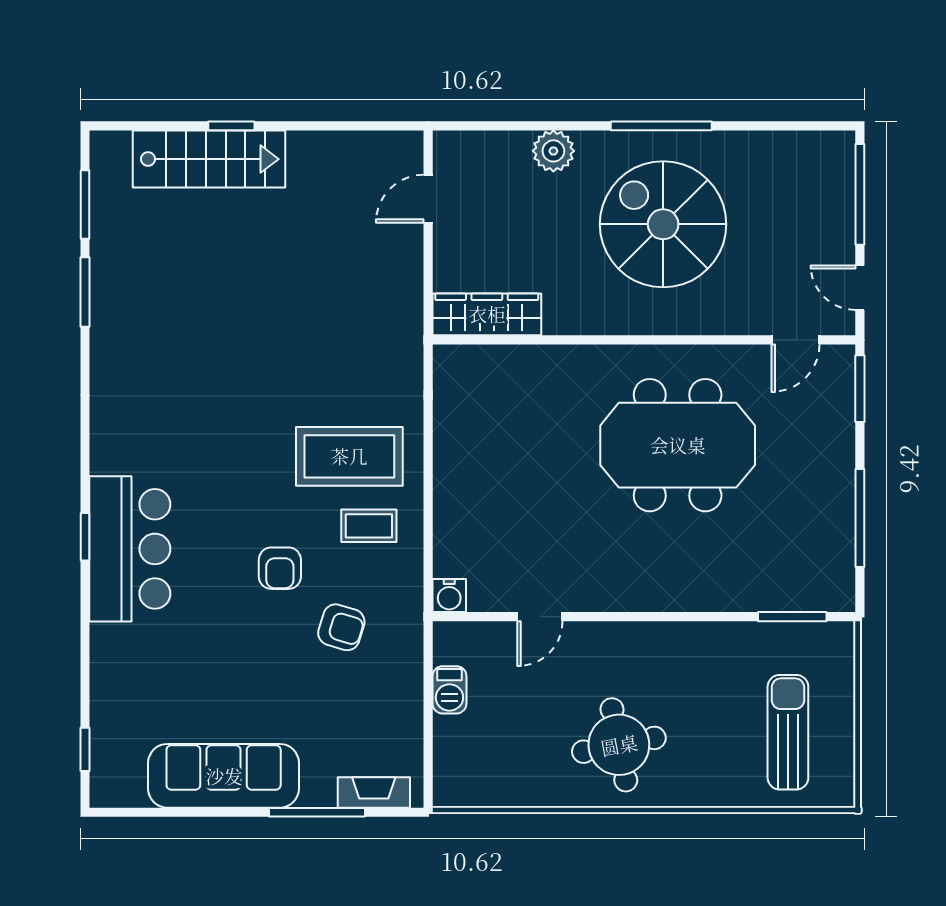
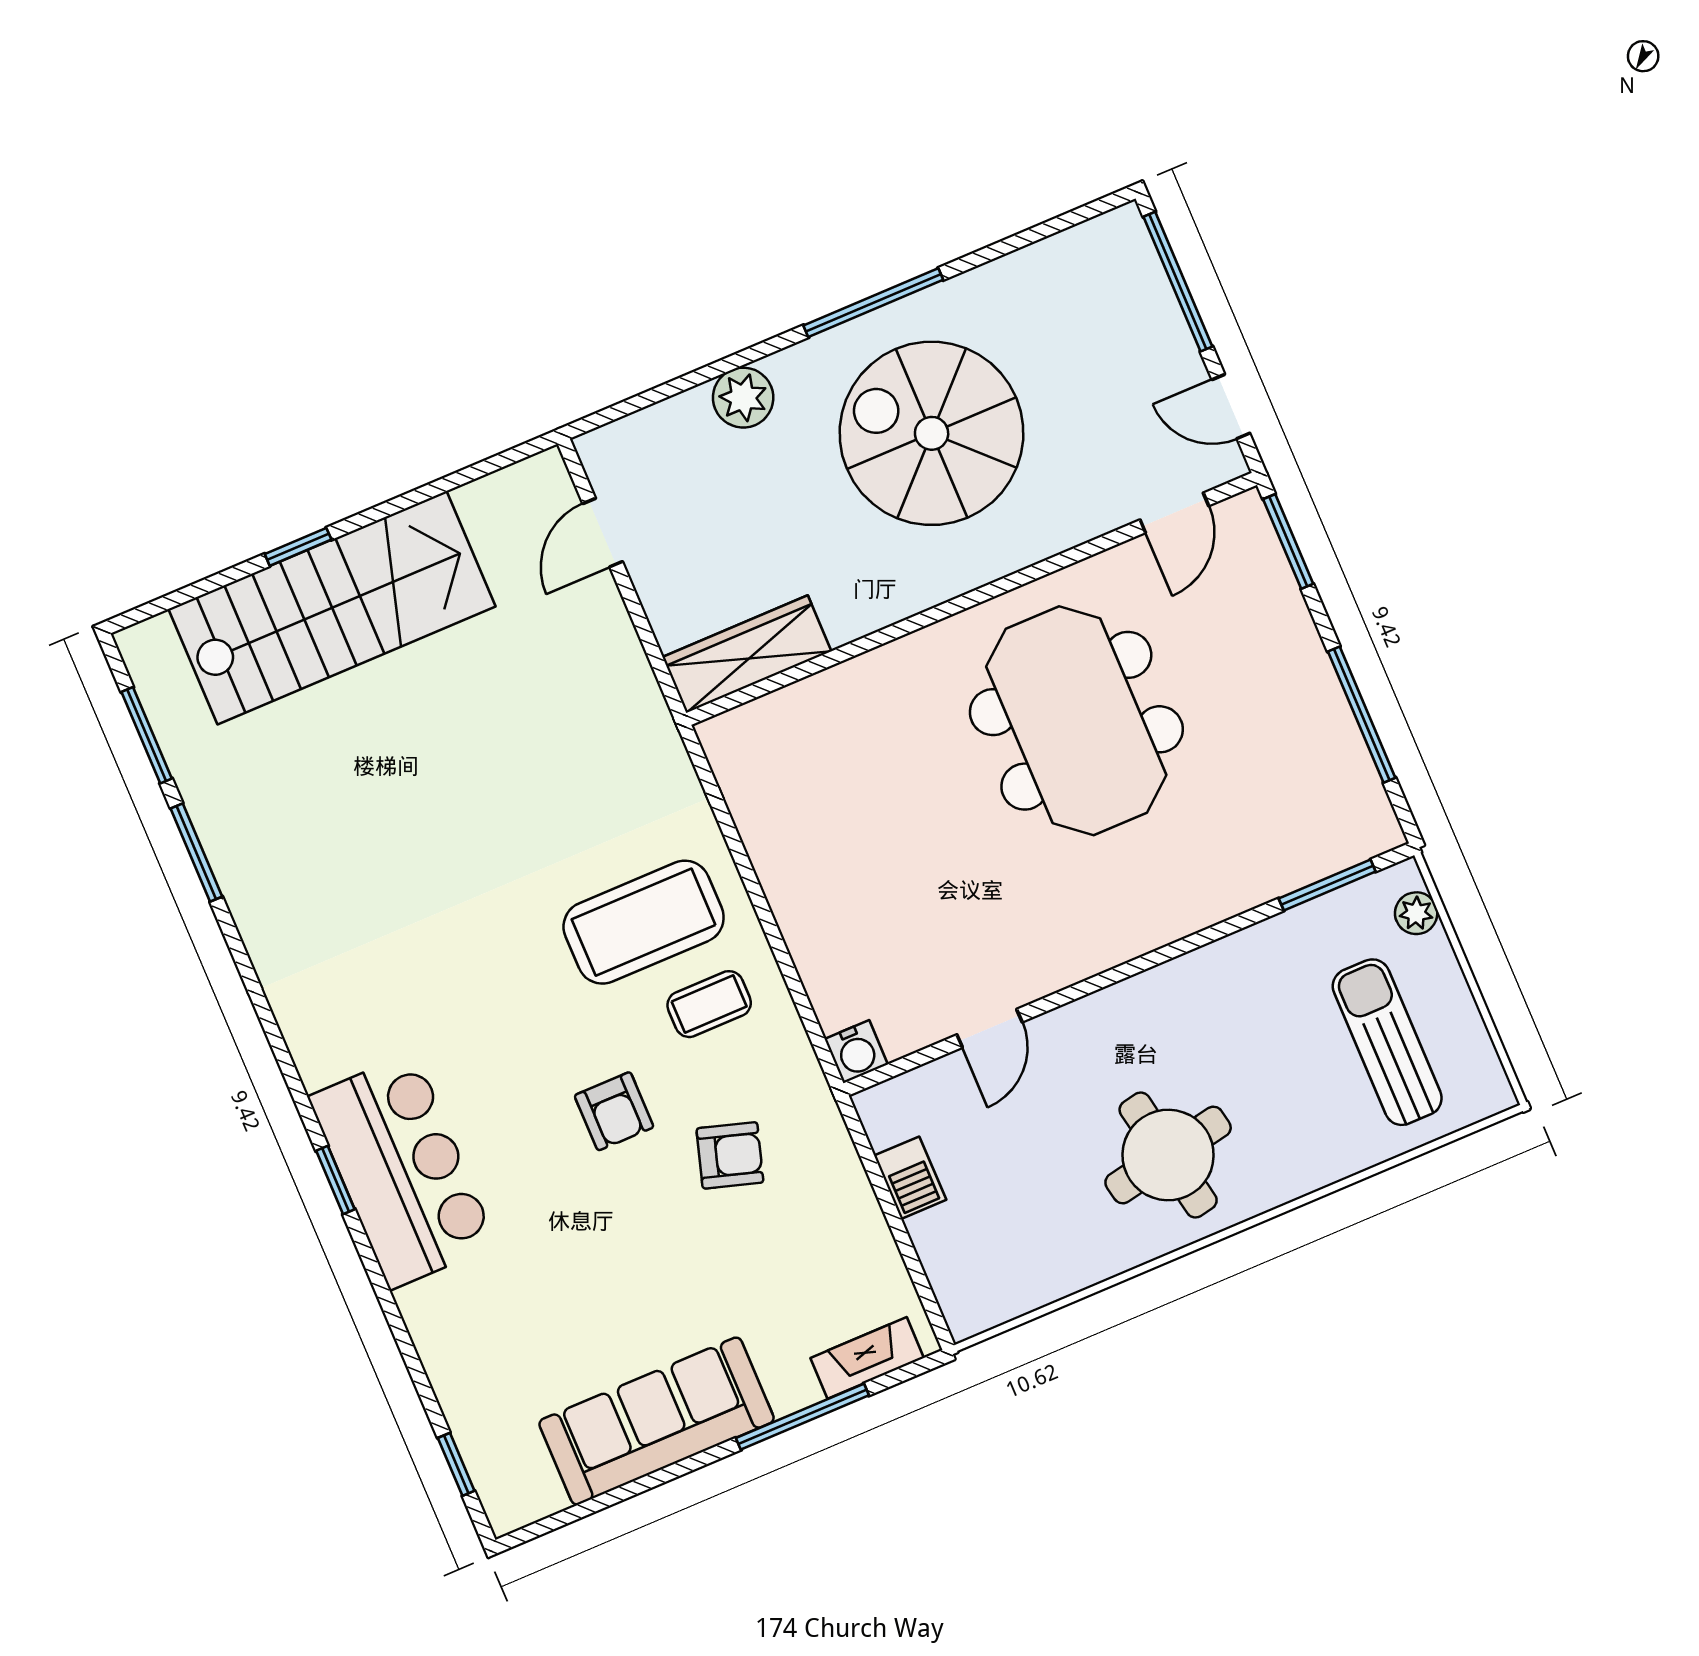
stairs: (209, 159) -> (332, 608), width x1.36, depth x1.51
meeting table: (678, 445) -> (1076, 721), turned 90
plant: (841, 658) -> (1416, 913), added

